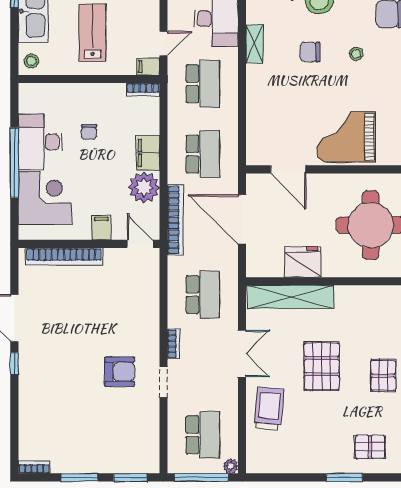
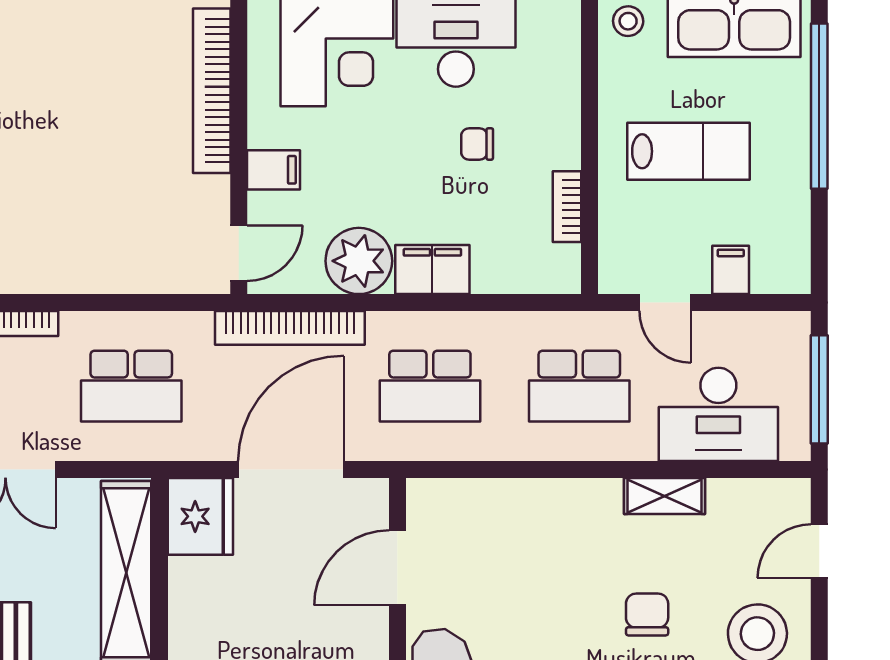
filing cabinet: (148, 67) -> (731, 270), moved
bookcase: (143, 90) -> (567, 207), moved
fridge: (303, 262) -> (200, 516), moved

